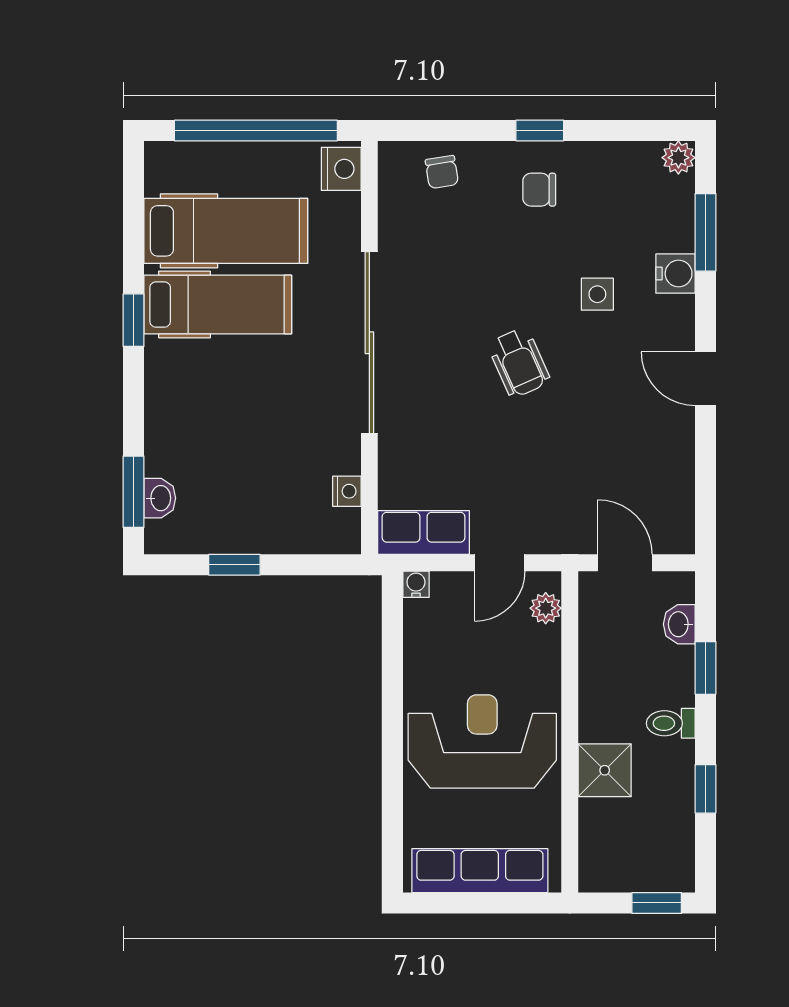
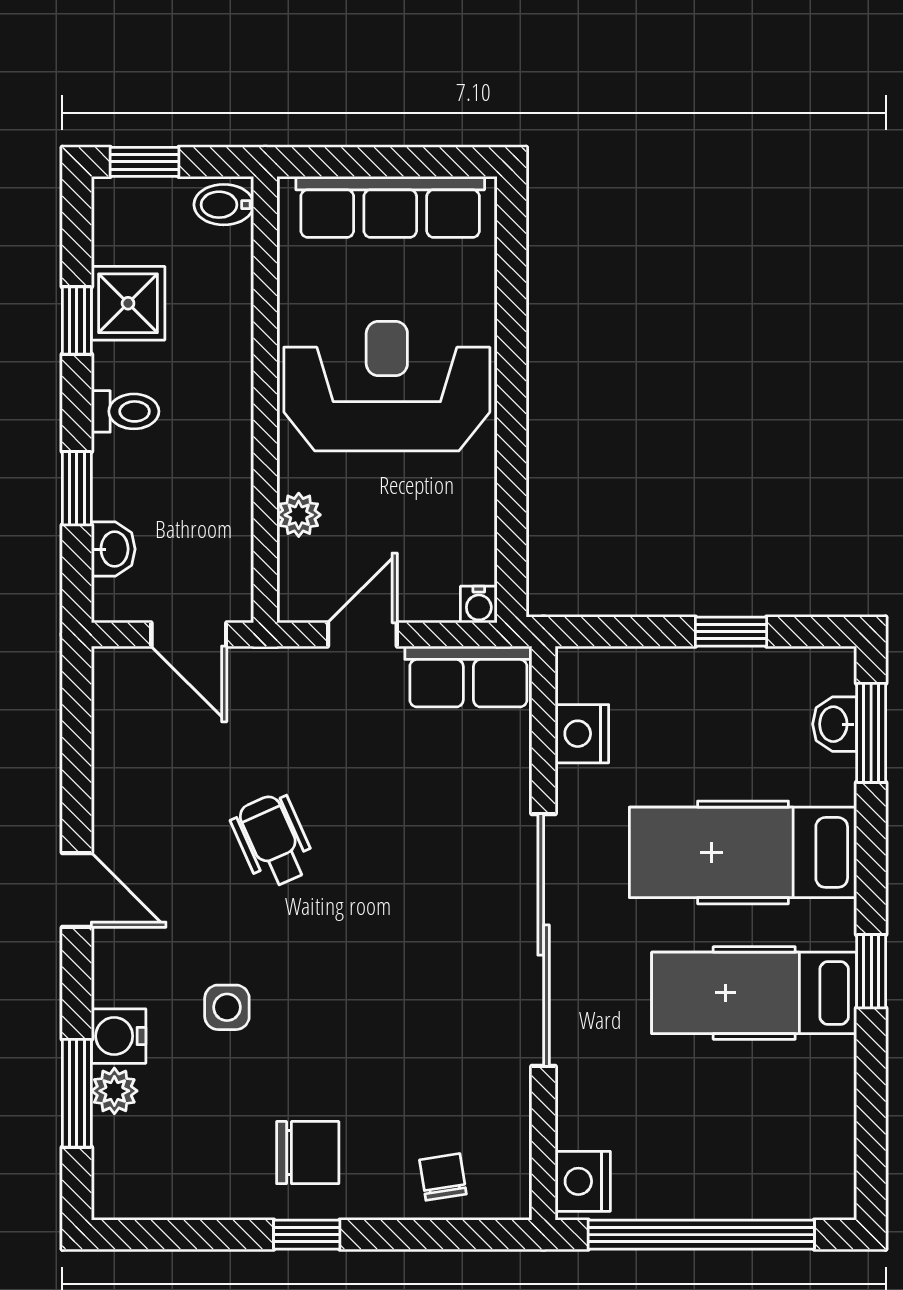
plant: (678, 158) -> (114, 1091), moved
chair: (539, 190) -> (308, 1153), width x1.37, depth x1.37
hospital bed: (226, 231) -> (743, 852), moved
wheelchair: (519, 363) -> (273, 841), moved
nightstand: (347, 491) -> (582, 734), width x1.39, depth x1.35
plant: (546, 608) -> (299, 515), moved
reception desk: (482, 742) -> (387, 386), turned 180
shower: (605, 770) -> (128, 303), moved
bidet: (600, 872) -> (224, 205), added

